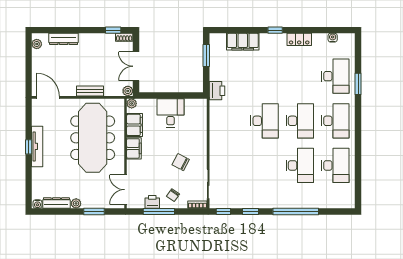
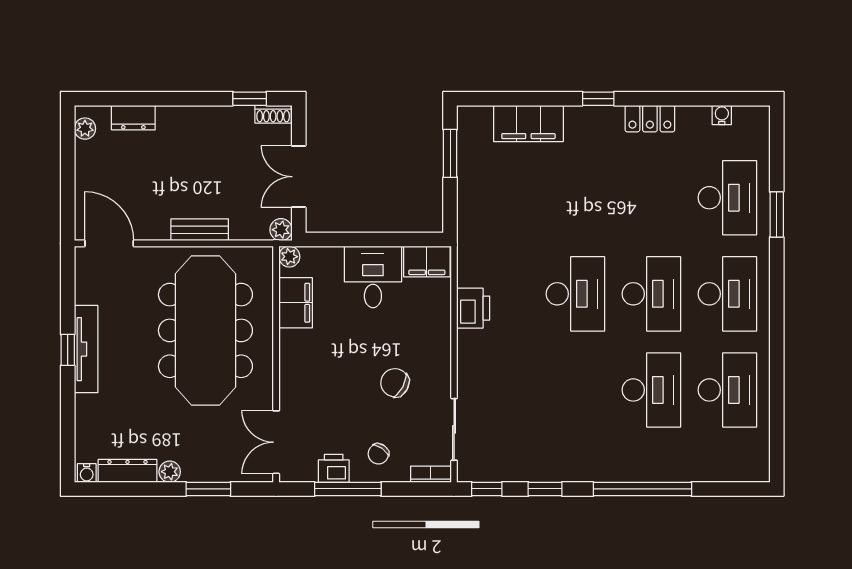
dresser: (64, 39) -> (133, 118), width x0.70
printer: (217, 91) -> (473, 308), moved
filing cabinet: (134, 148) -> (427, 262), moved, turned 90

